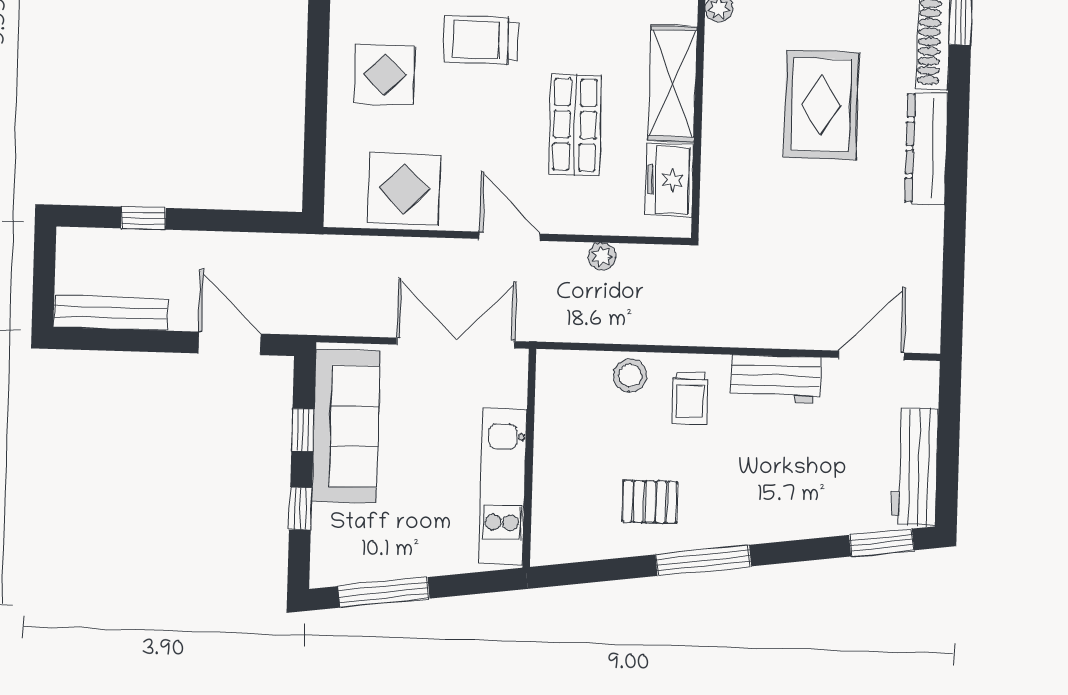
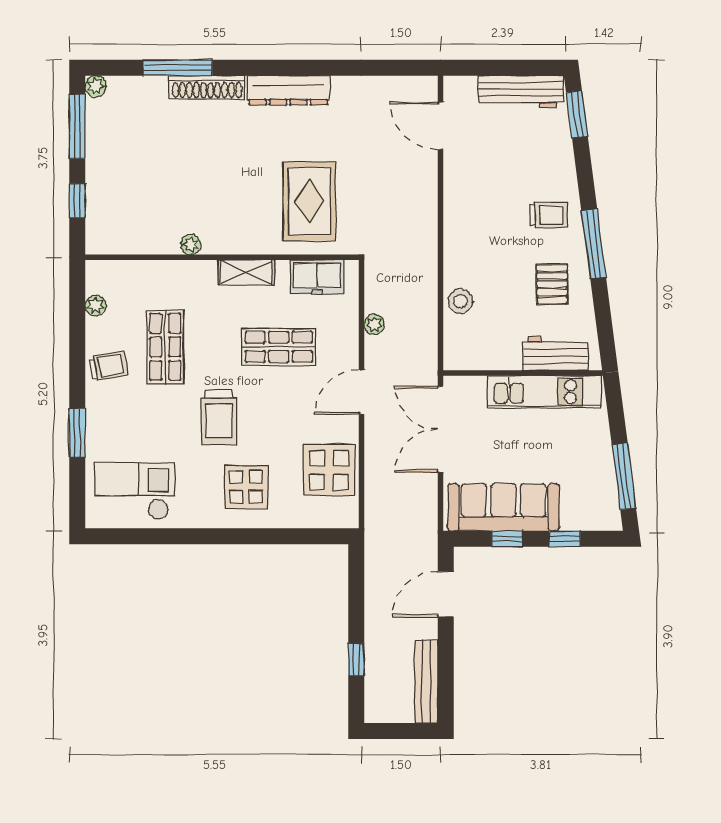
shelving: (673, 83) -> (246, 272), width x0.67, depth x0.75
rug: (821, 105) -> (309, 201), moved, turned 90
workbench: (776, 379) -> (555, 354), moved, turned -90
trolley: (690, 398) -> (549, 215), moved

